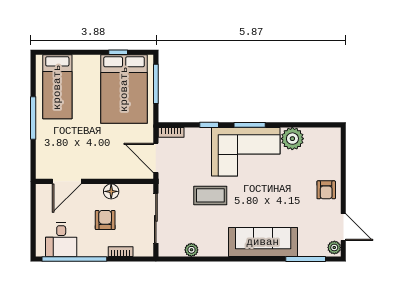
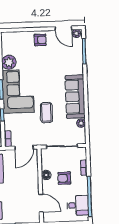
door: (343, 227) -> (63, 28), swing flipped
sofa: (263, 242) -> (75, 97), moved

